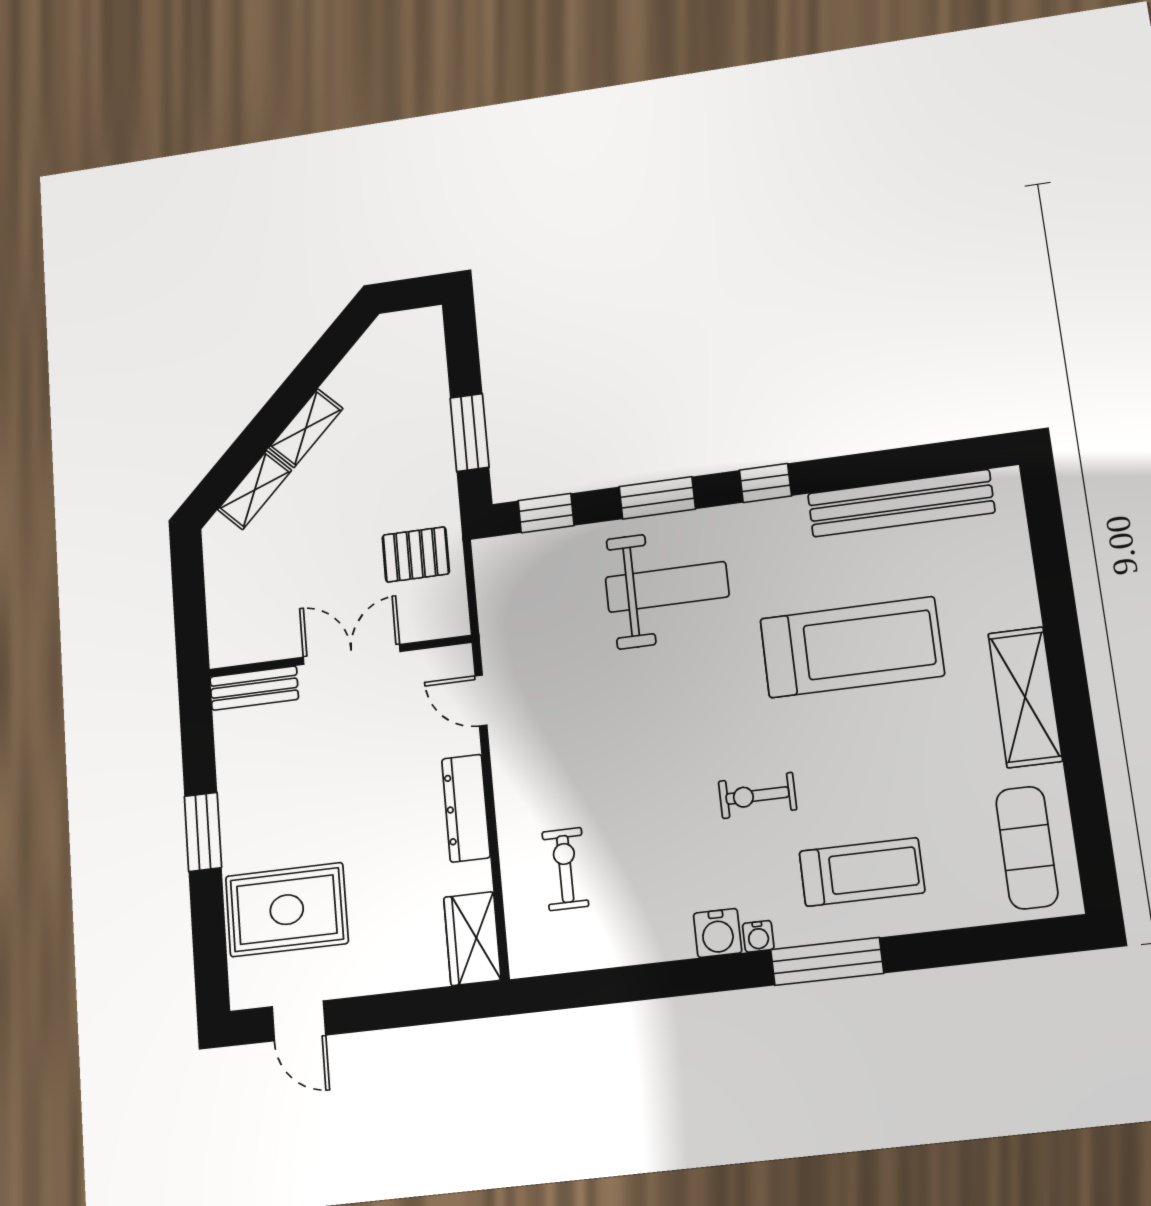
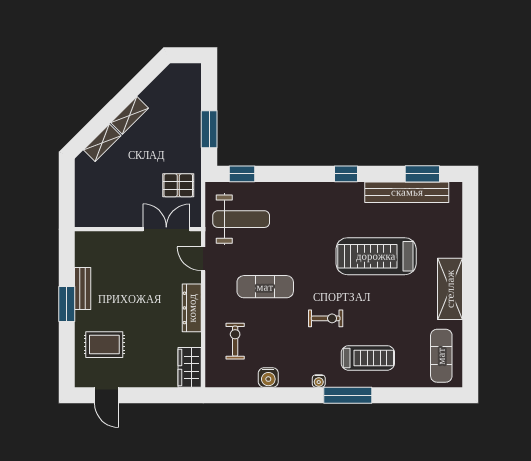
window: (657, 498) -> (422, 174), moved
weight bench: (667, 587) -> (241, 219), moved
treadmill: (852, 647) -> (376, 256), turned 180
double door: (352, 654) -> (166, 229), moved
bench: (254, 688) -> (83, 289), moved, turned 90
exercise mat: (619, 743) -> (265, 287), added
exercise bike: (758, 795) -> (326, 318), turned 180
rug: (287, 910) -> (104, 345), width x0.73, depth x0.70
water cooler: (718, 933) -> (268, 378), moved

